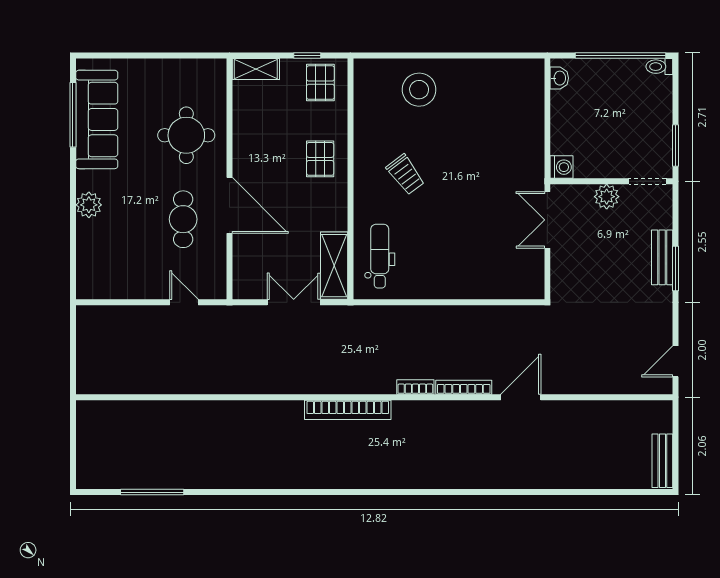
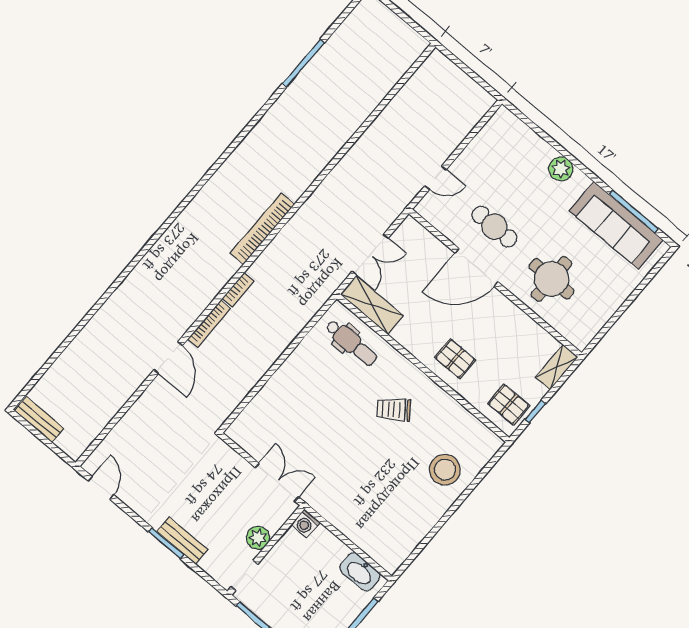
washbasin: (559, 78) -> (360, 572), width x1.91, depth x1.45
window: (152, 492) -> (303, 63), moved

